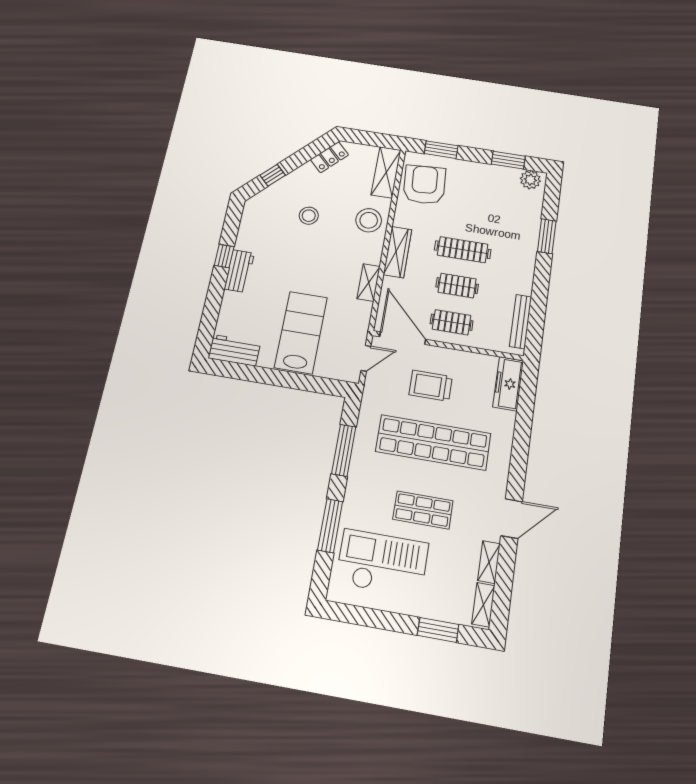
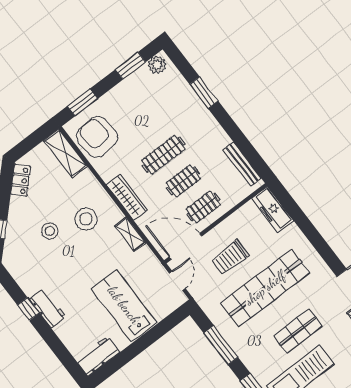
stool: (369, 220) -> (86, 219), moved

